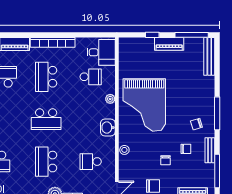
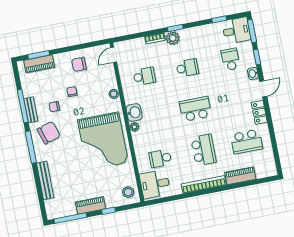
stool: (129, 50) -> (128, 192), added
bench: (209, 56) -> (45, 180), moved
plant: (110, 99) -> (134, 127), moved
grand piano: (144, 105) -> (103, 141), turned 180
chair: (196, 124) -> (49, 133), width x1.87, depth x1.87
school desk: (46, 162) -> (187, 68), width x0.54
window: (217, 171) -> (23, 106), moved

